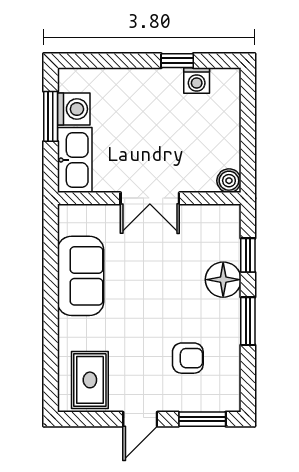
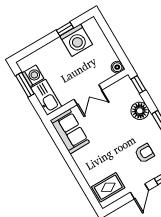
washing machine: (197, 80) -> (76, 40), width x1.89, depth x1.89
window: (248, 255) -> (138, 84), moved
sofa: (81, 276) -> (70, 131), moved
rug: (90, 380) -> (108, 187), turned 90

